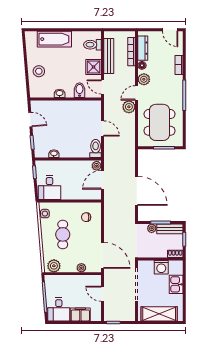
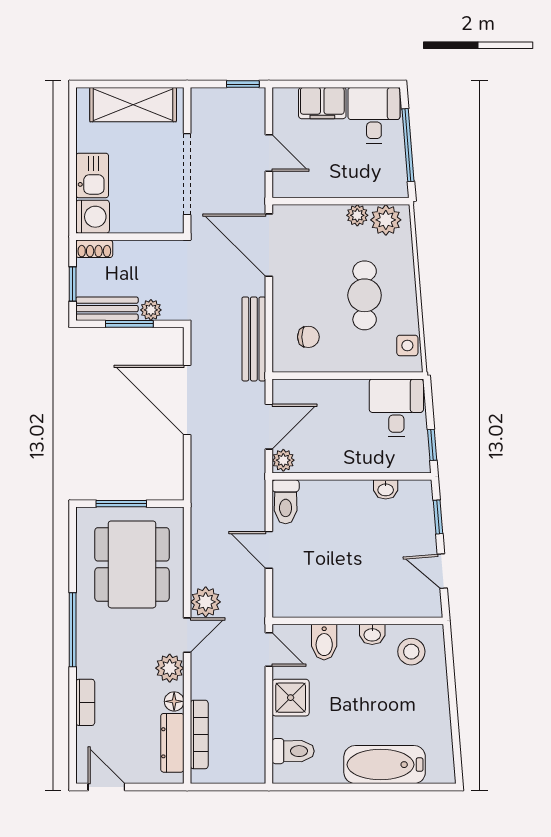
bench: (109, 56) -> (254, 339), moved
stool: (39, 71) -> (411, 652), moved
washing machine: (161, 267) -> (93, 217), moved, turned 90
plant: (81, 268) -> (357, 215), moved

